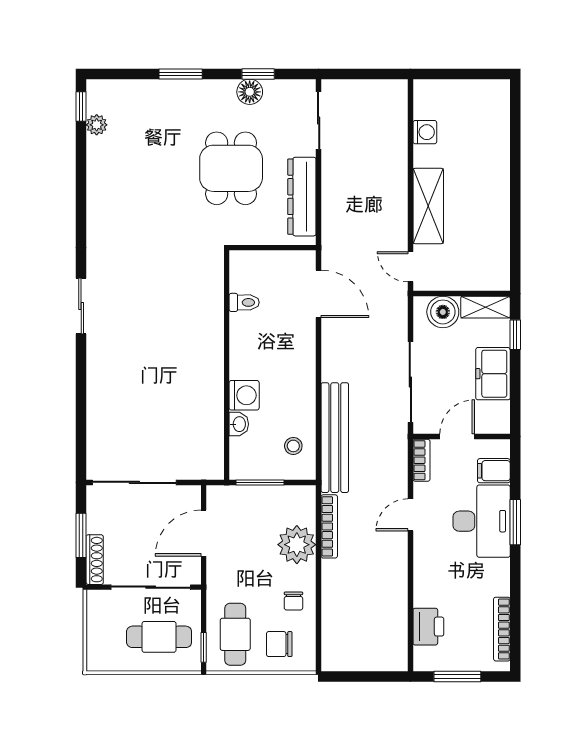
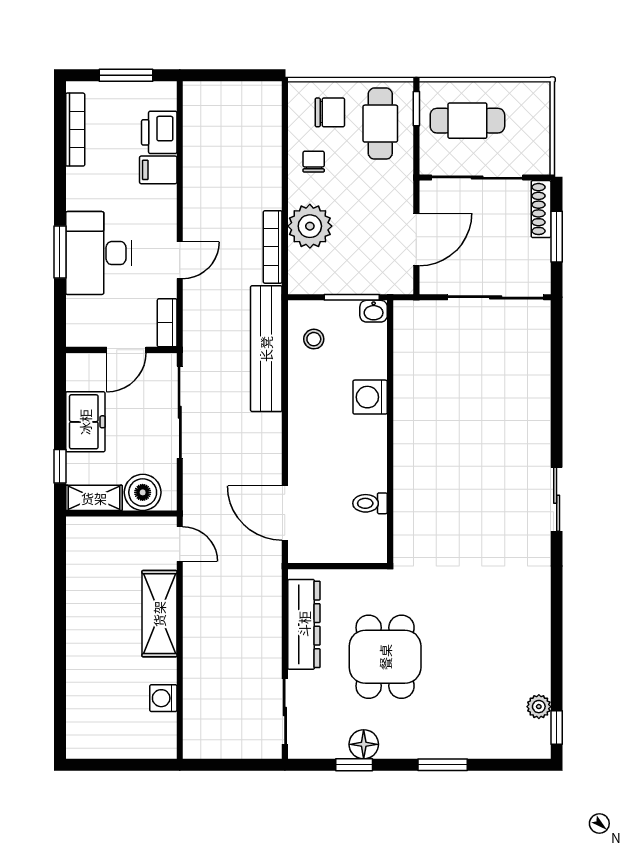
washbasin: (239, 424) -> (374, 311), moved, turned -90
filing cabinet: (494, 471) -> (158, 170), moved, turned 180

